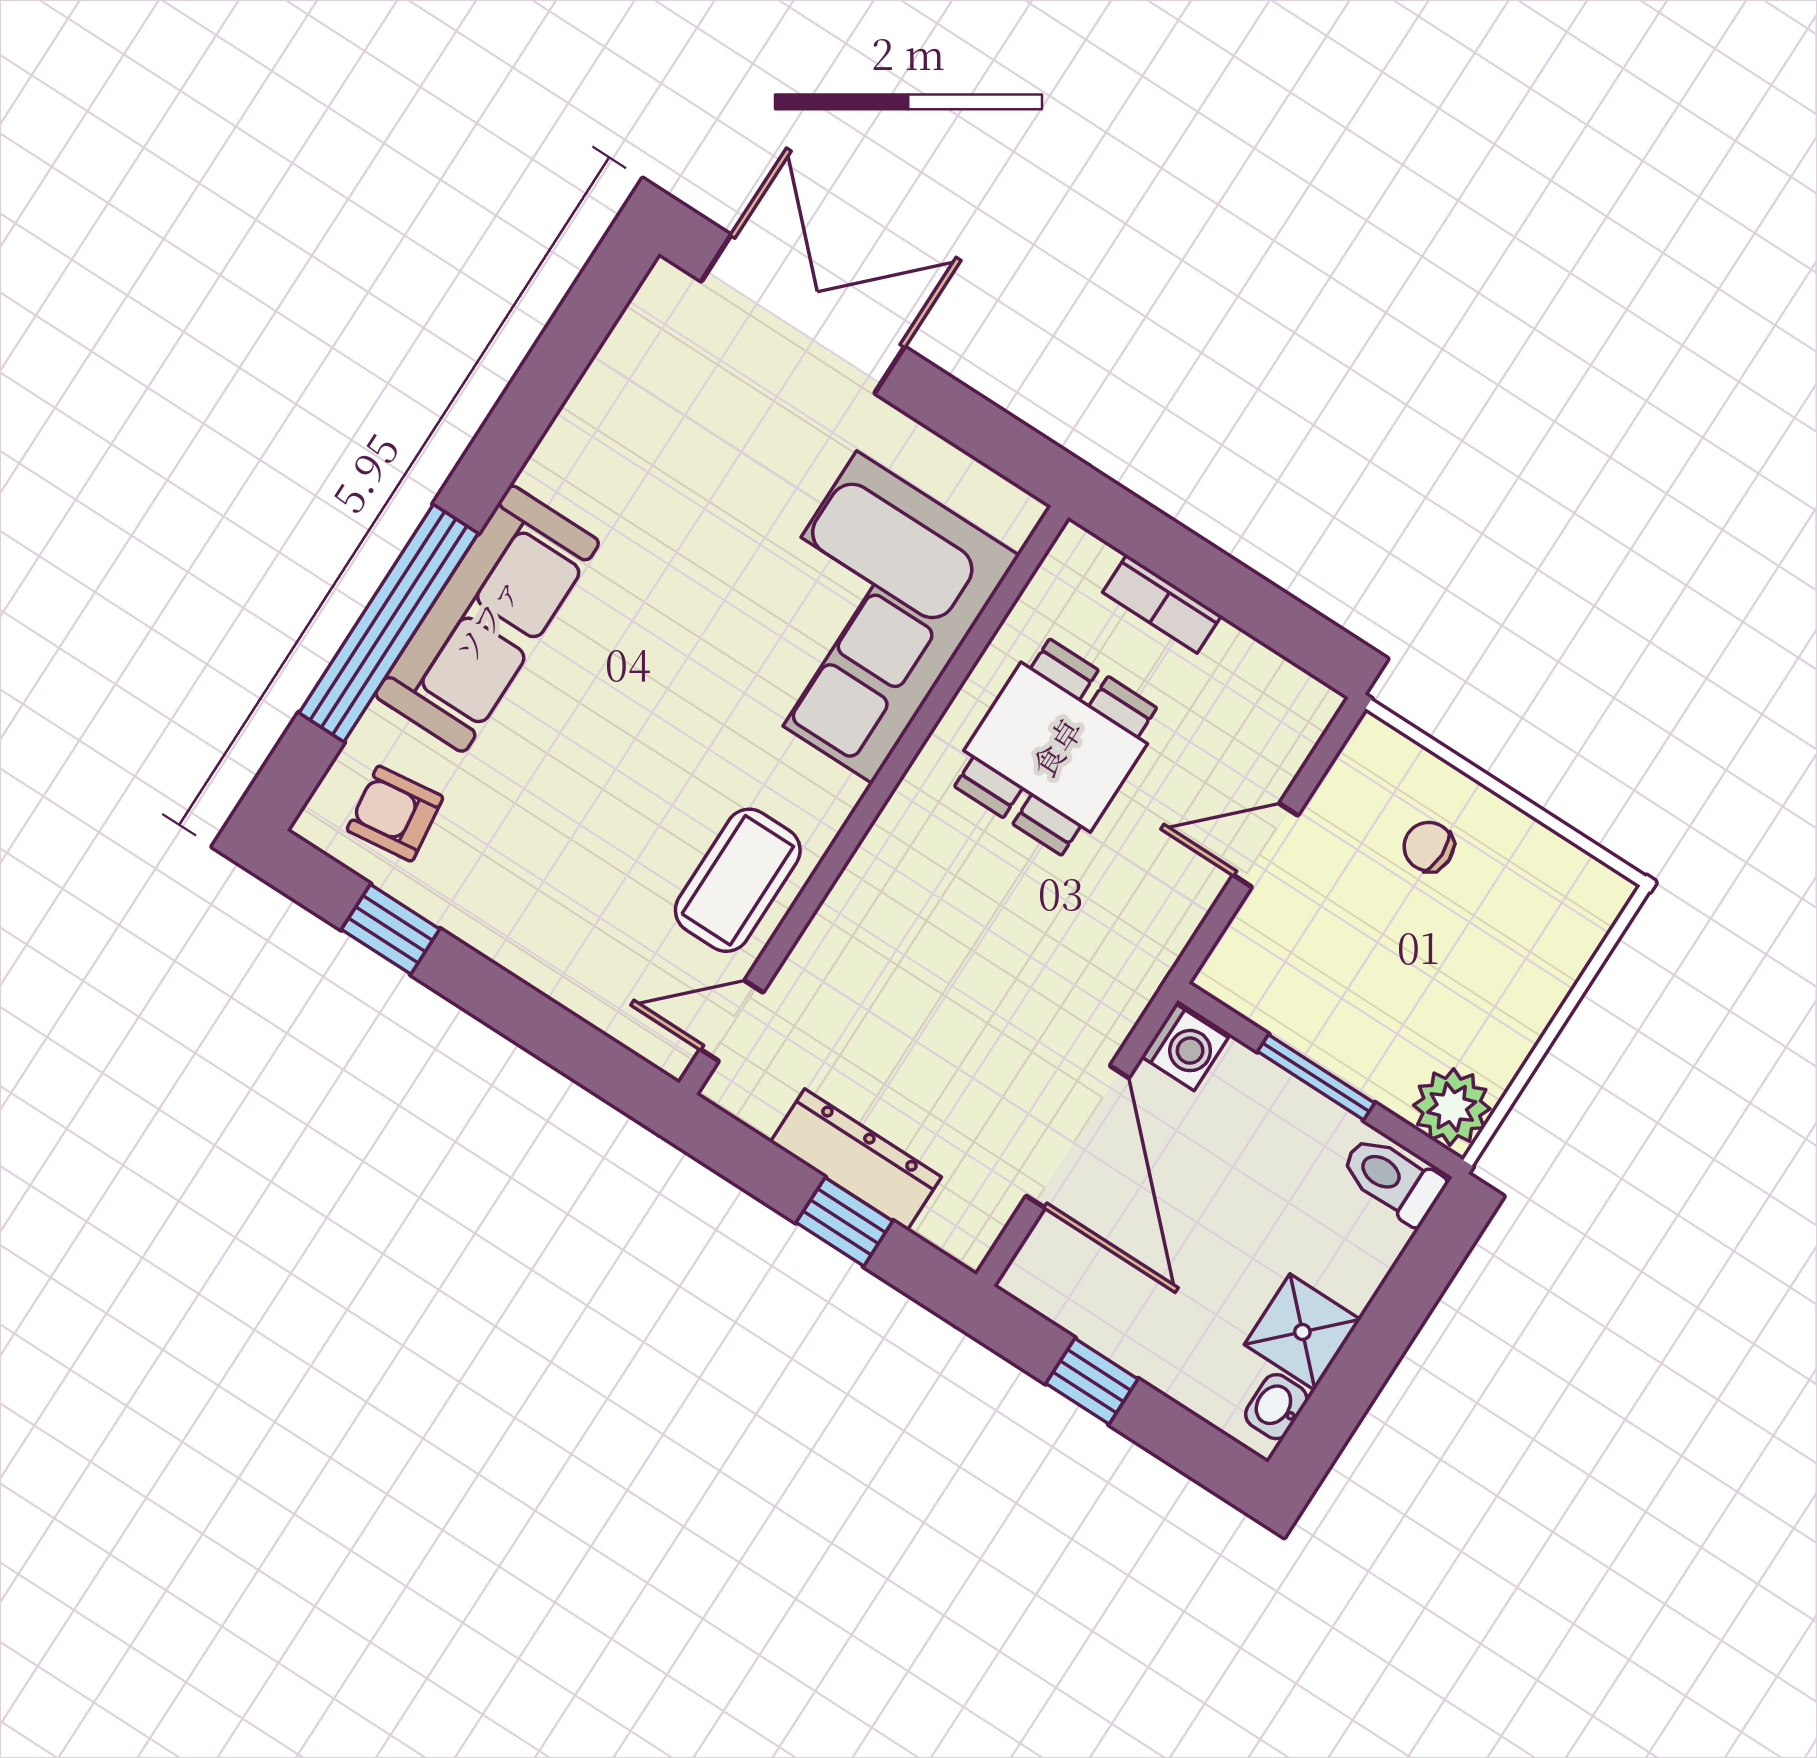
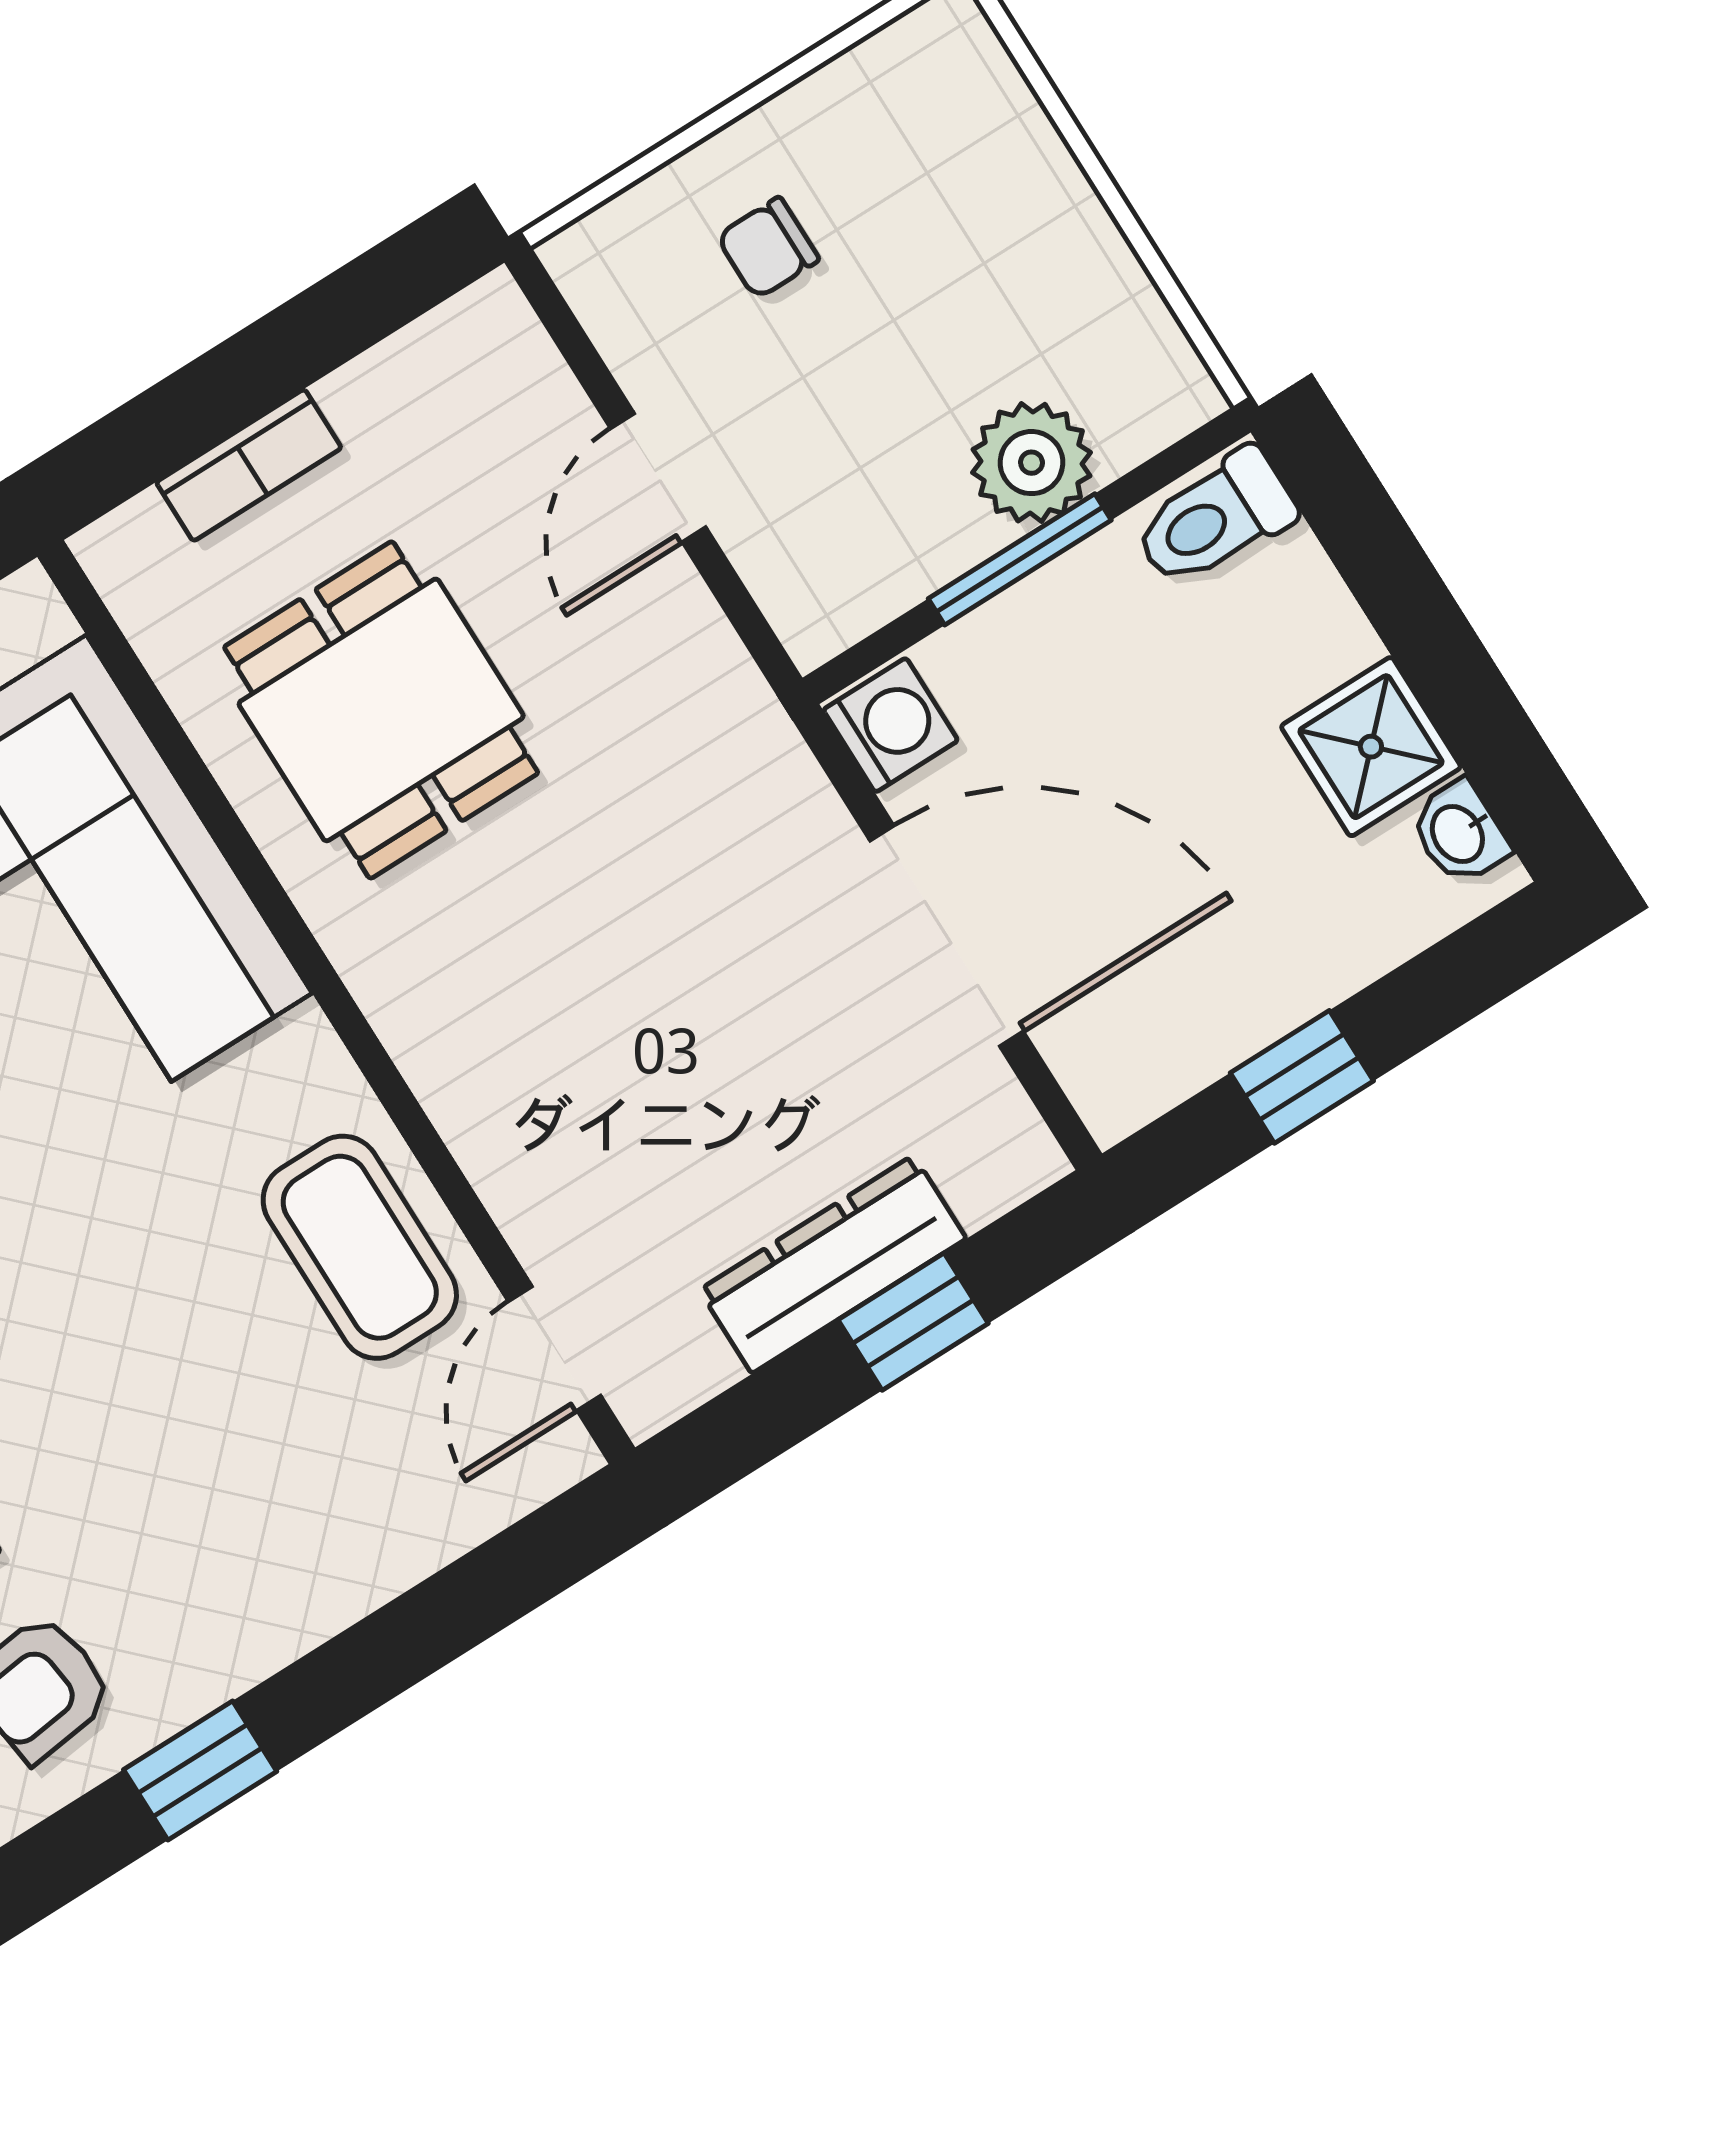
plant: (1452, 1107) -> (1031, 463), moved

